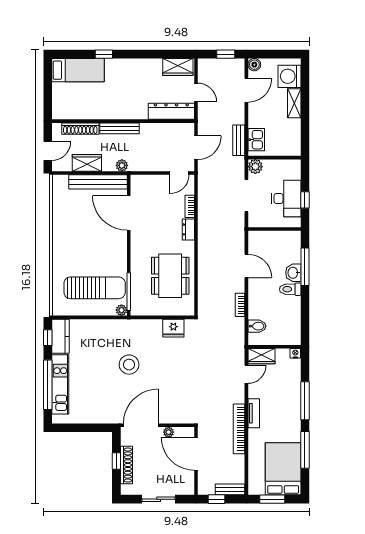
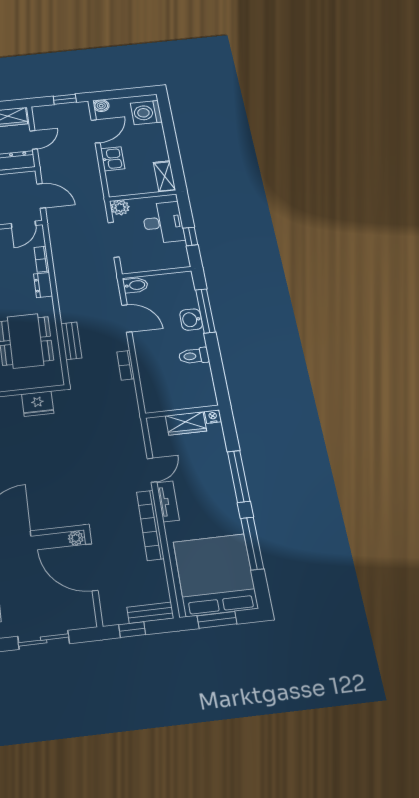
door: (196, 92) -> (34, 140), hinge flipped
shelving: (294, 103) -> (165, 176), moved
bench: (239, 140) -> (71, 341), moved
kitchen sink: (256, 140) -> (113, 159), moved
door: (196, 148) -> (41, 196), hinge flipped
desk: (286, 199) -> (163, 222), moved
toilet: (290, 289) -> (194, 356), moved
bidet: (257, 326) -> (136, 285), moved
wardrobe: (262, 356) -> (186, 423), moved
door: (246, 374) -> (152, 470), moved
plant: (169, 432) -> (76, 538), moved
bed: (283, 469) -> (215, 575), width x1.36

